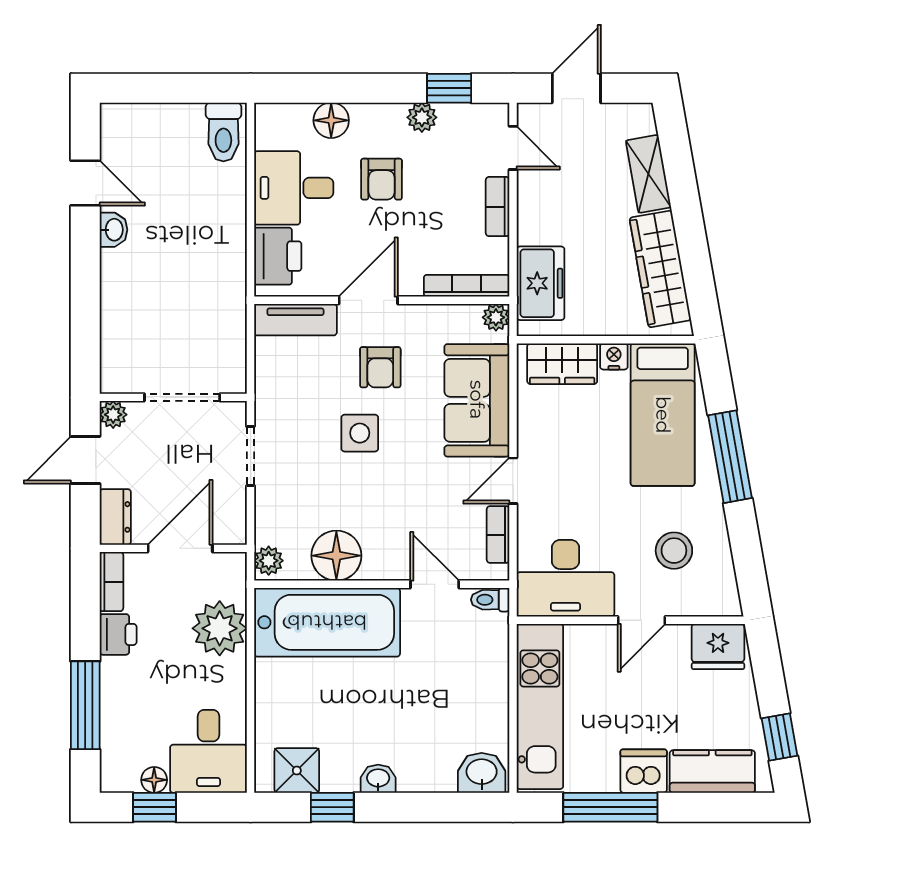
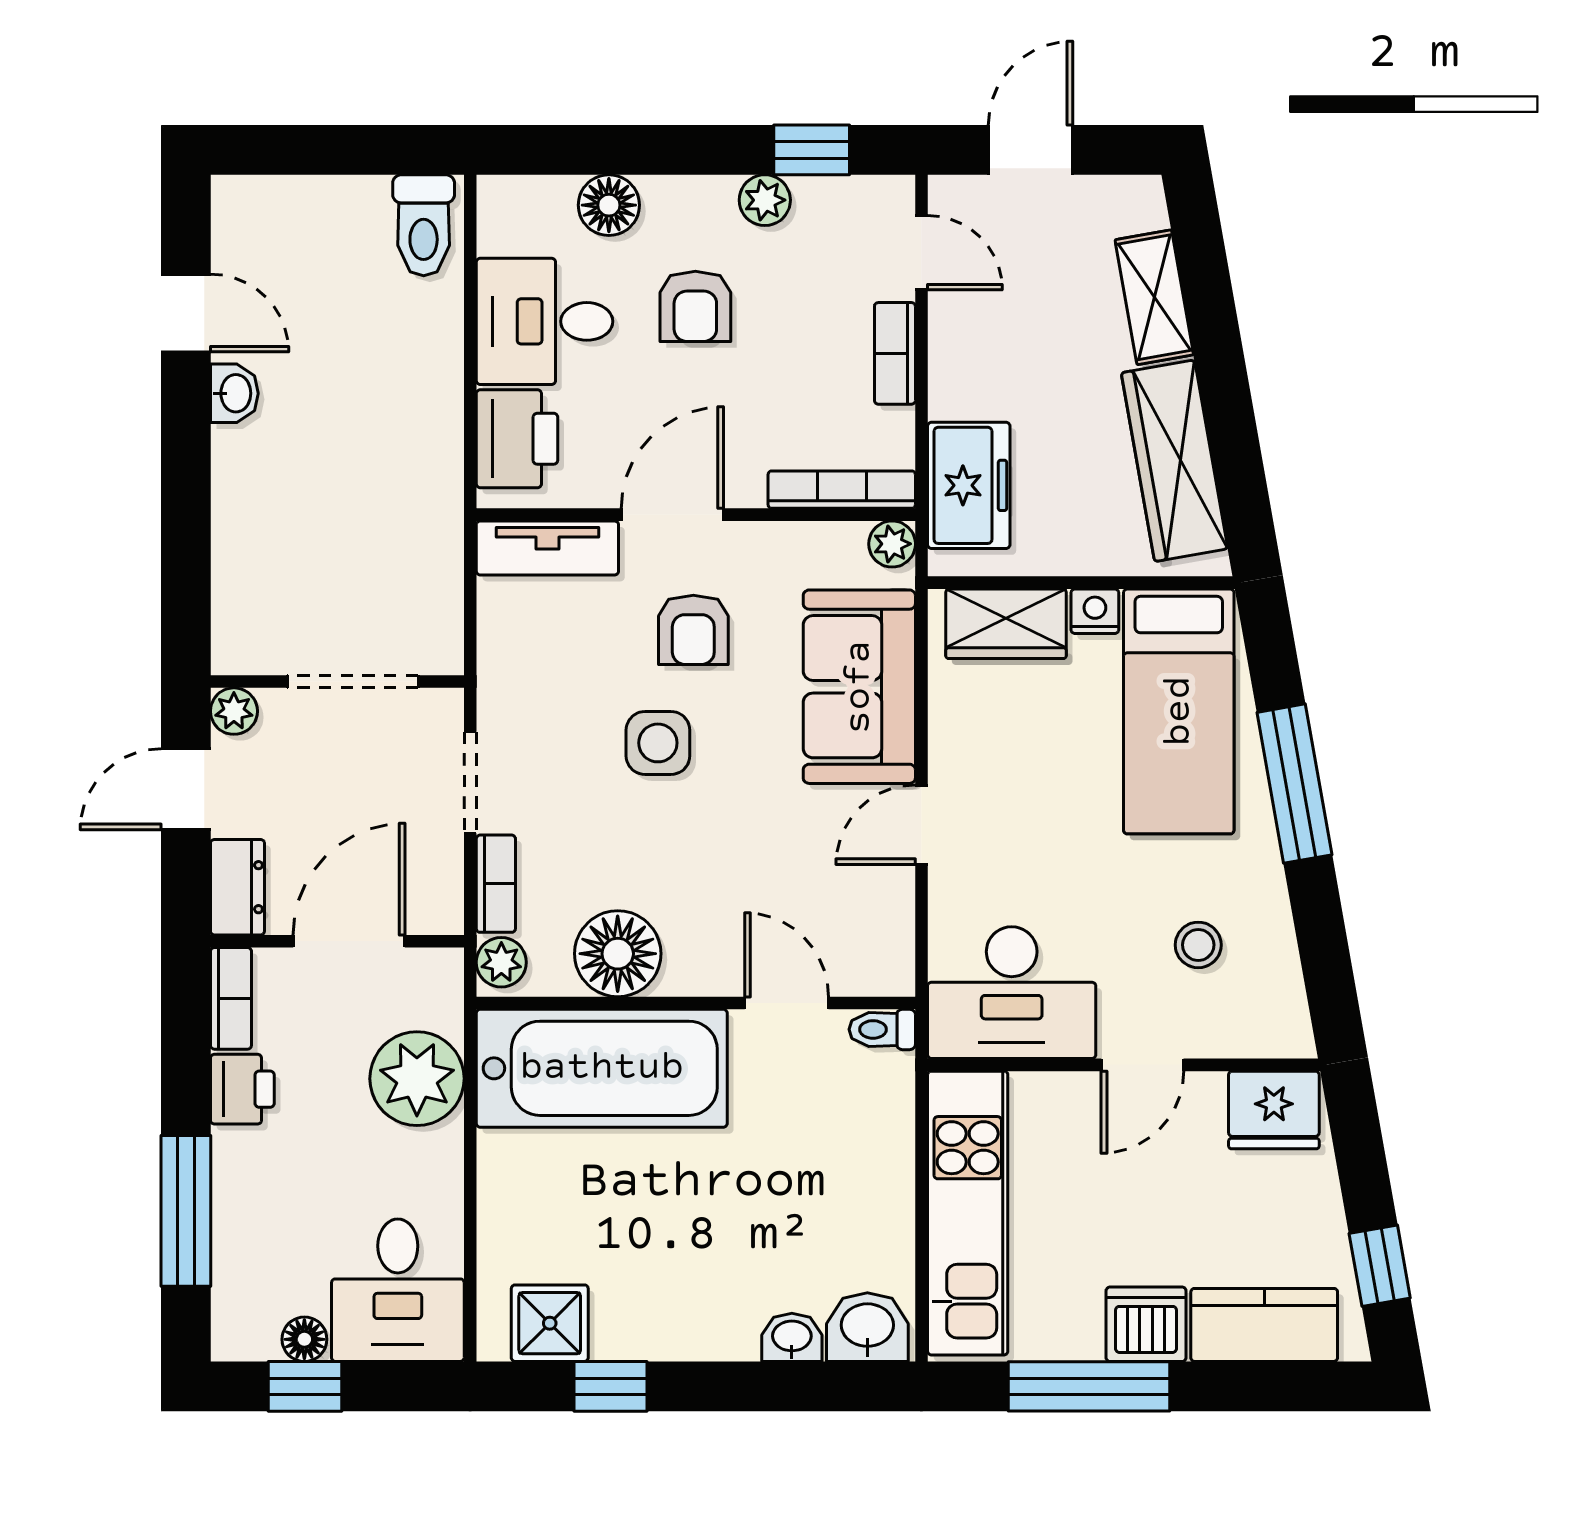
bookcase: (498, 535) -> (496, 884), moved, turned 180
stool: (674, 551) -> (1198, 945), width x0.73, depth x0.73
washbasin: (378, 779) -> (792, 1337), moved

